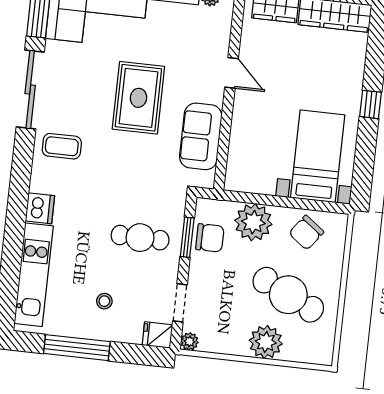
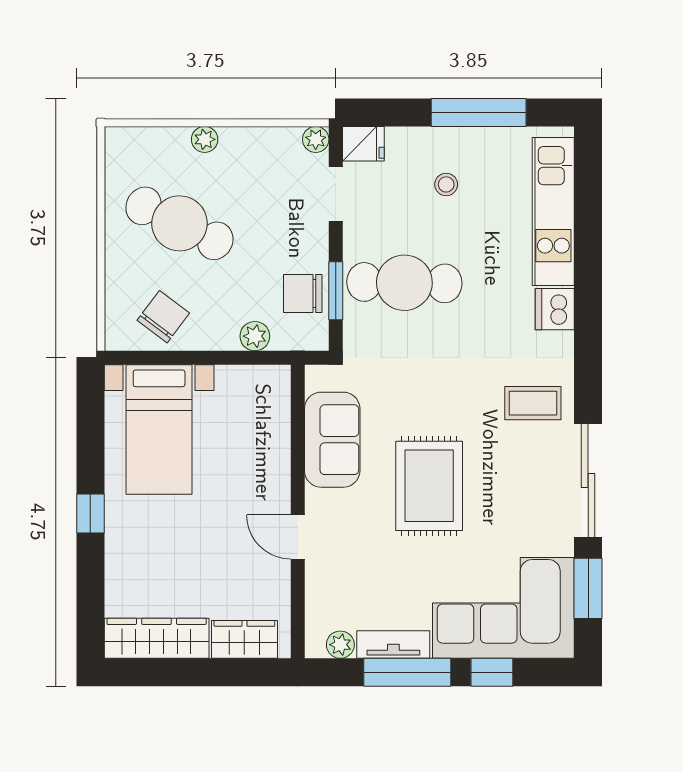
plant: (253, 222) -> (255, 336), width x0.53, depth x0.53
cafe table: (140, 238) -> (404, 283), width x1.37, depth x1.35
plant: (266, 342) -> (205, 139), width x0.53, depth x0.53

